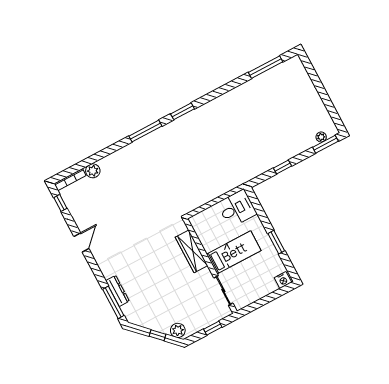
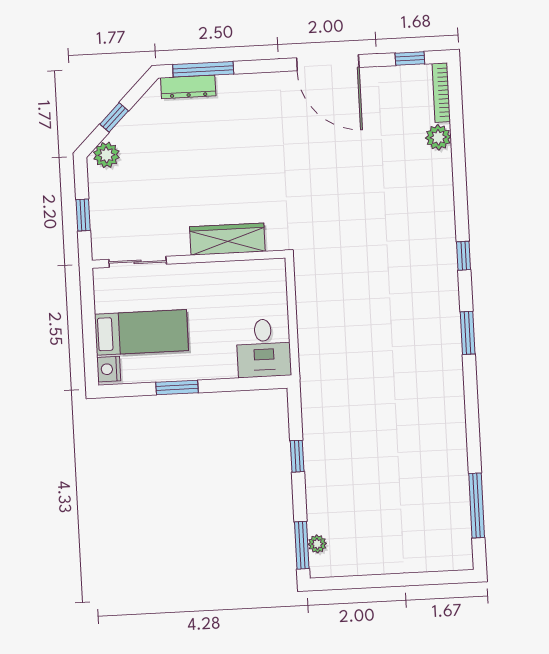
window: (145, 131) -> (464, 256), width x0.46
door: (81, 242) -> (328, 63), width x1.87
bed: (234, 252) -> (141, 332), moved, turned -90
dresser: (117, 291) -> (188, 87), moved

